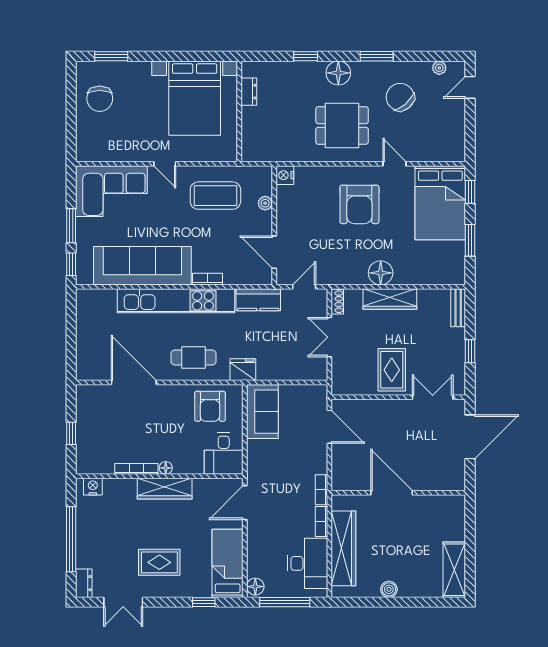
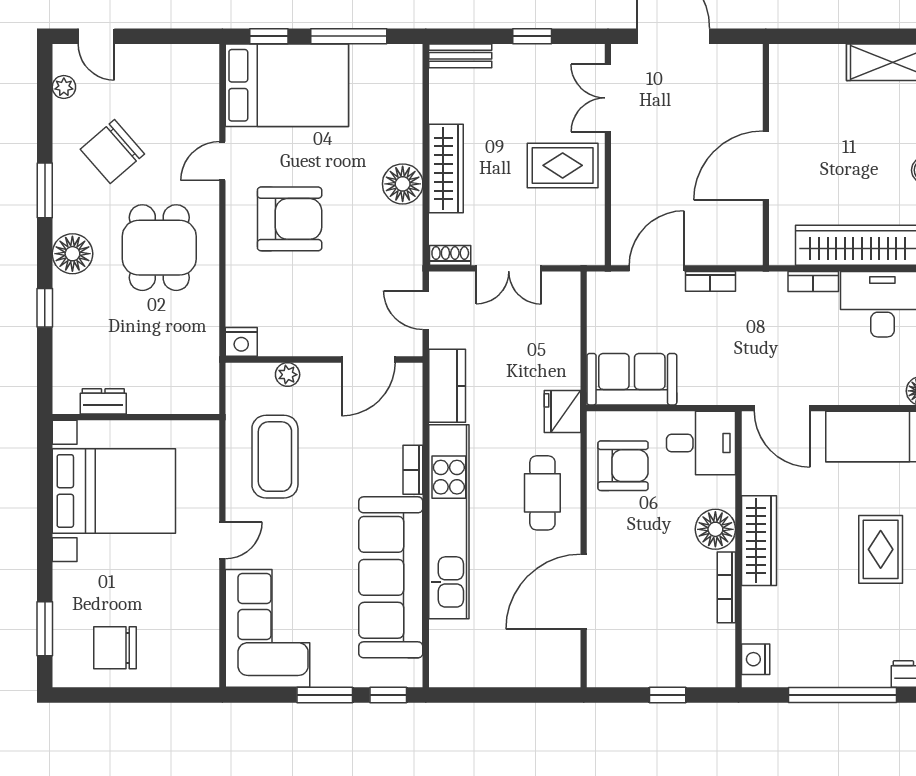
chair: (100, 99) -> (115, 648), turned 180
window: (470, 240) -> (349, 36), width x1.44
floor lamp: (166, 468) -> (715, 529), width x1.89, depth x1.89
bookcase: (322, 490) -> (710, 281), moved

